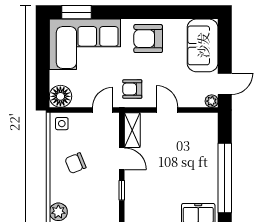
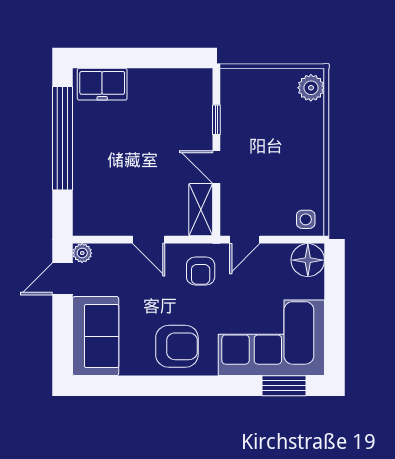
armchair: (132, 89) -> (201, 271), turned 90
chair: (75, 163) -> (285, 160), removed

